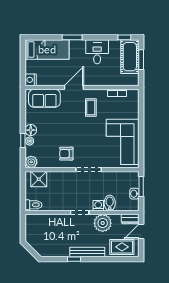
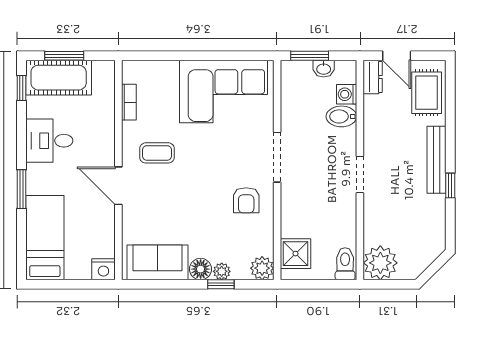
sofa: (44, 98) -> (157, 262), moved, turned -90
washing machine: (98, 206) -> (347, 94), moved
plant: (103, 223) -> (380, 263), moved

